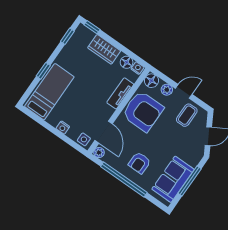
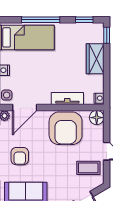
floor lamp: (127, 62) -> (97, 85), removed
window: (43, 71) -> (41, 20), width x2.17
plant: (167, 90) -> (98, 136), removed
armchair: (139, 163) -> (20, 156), turned -90

